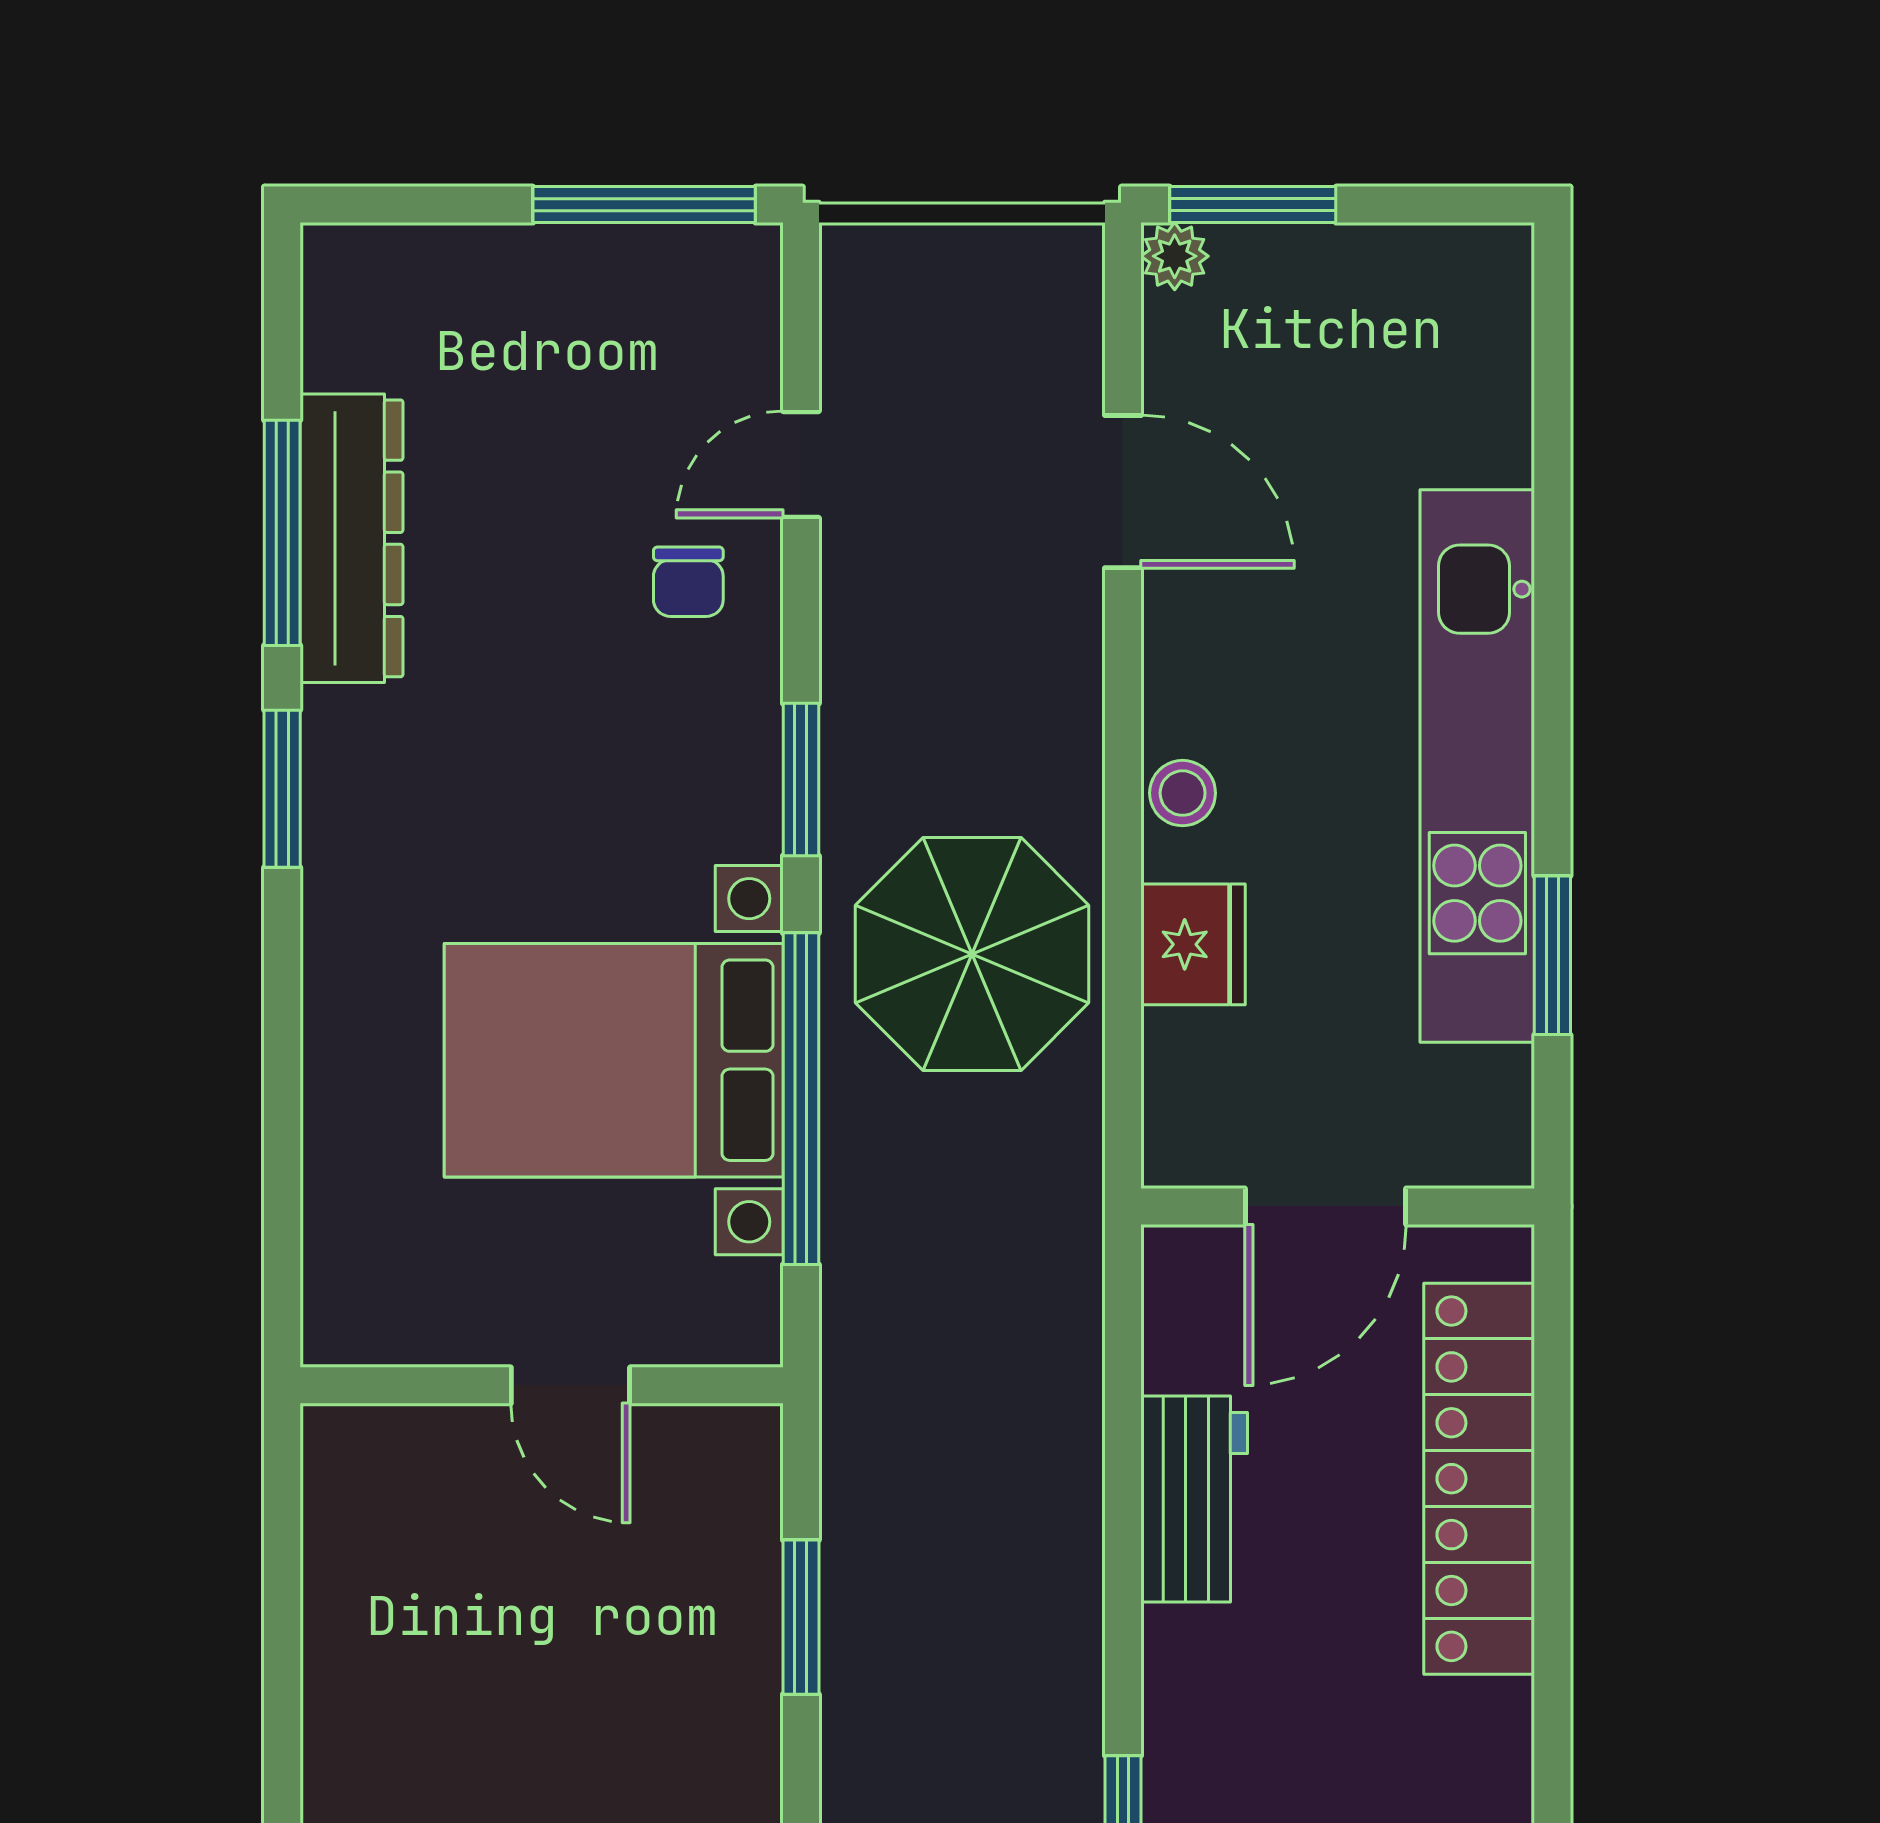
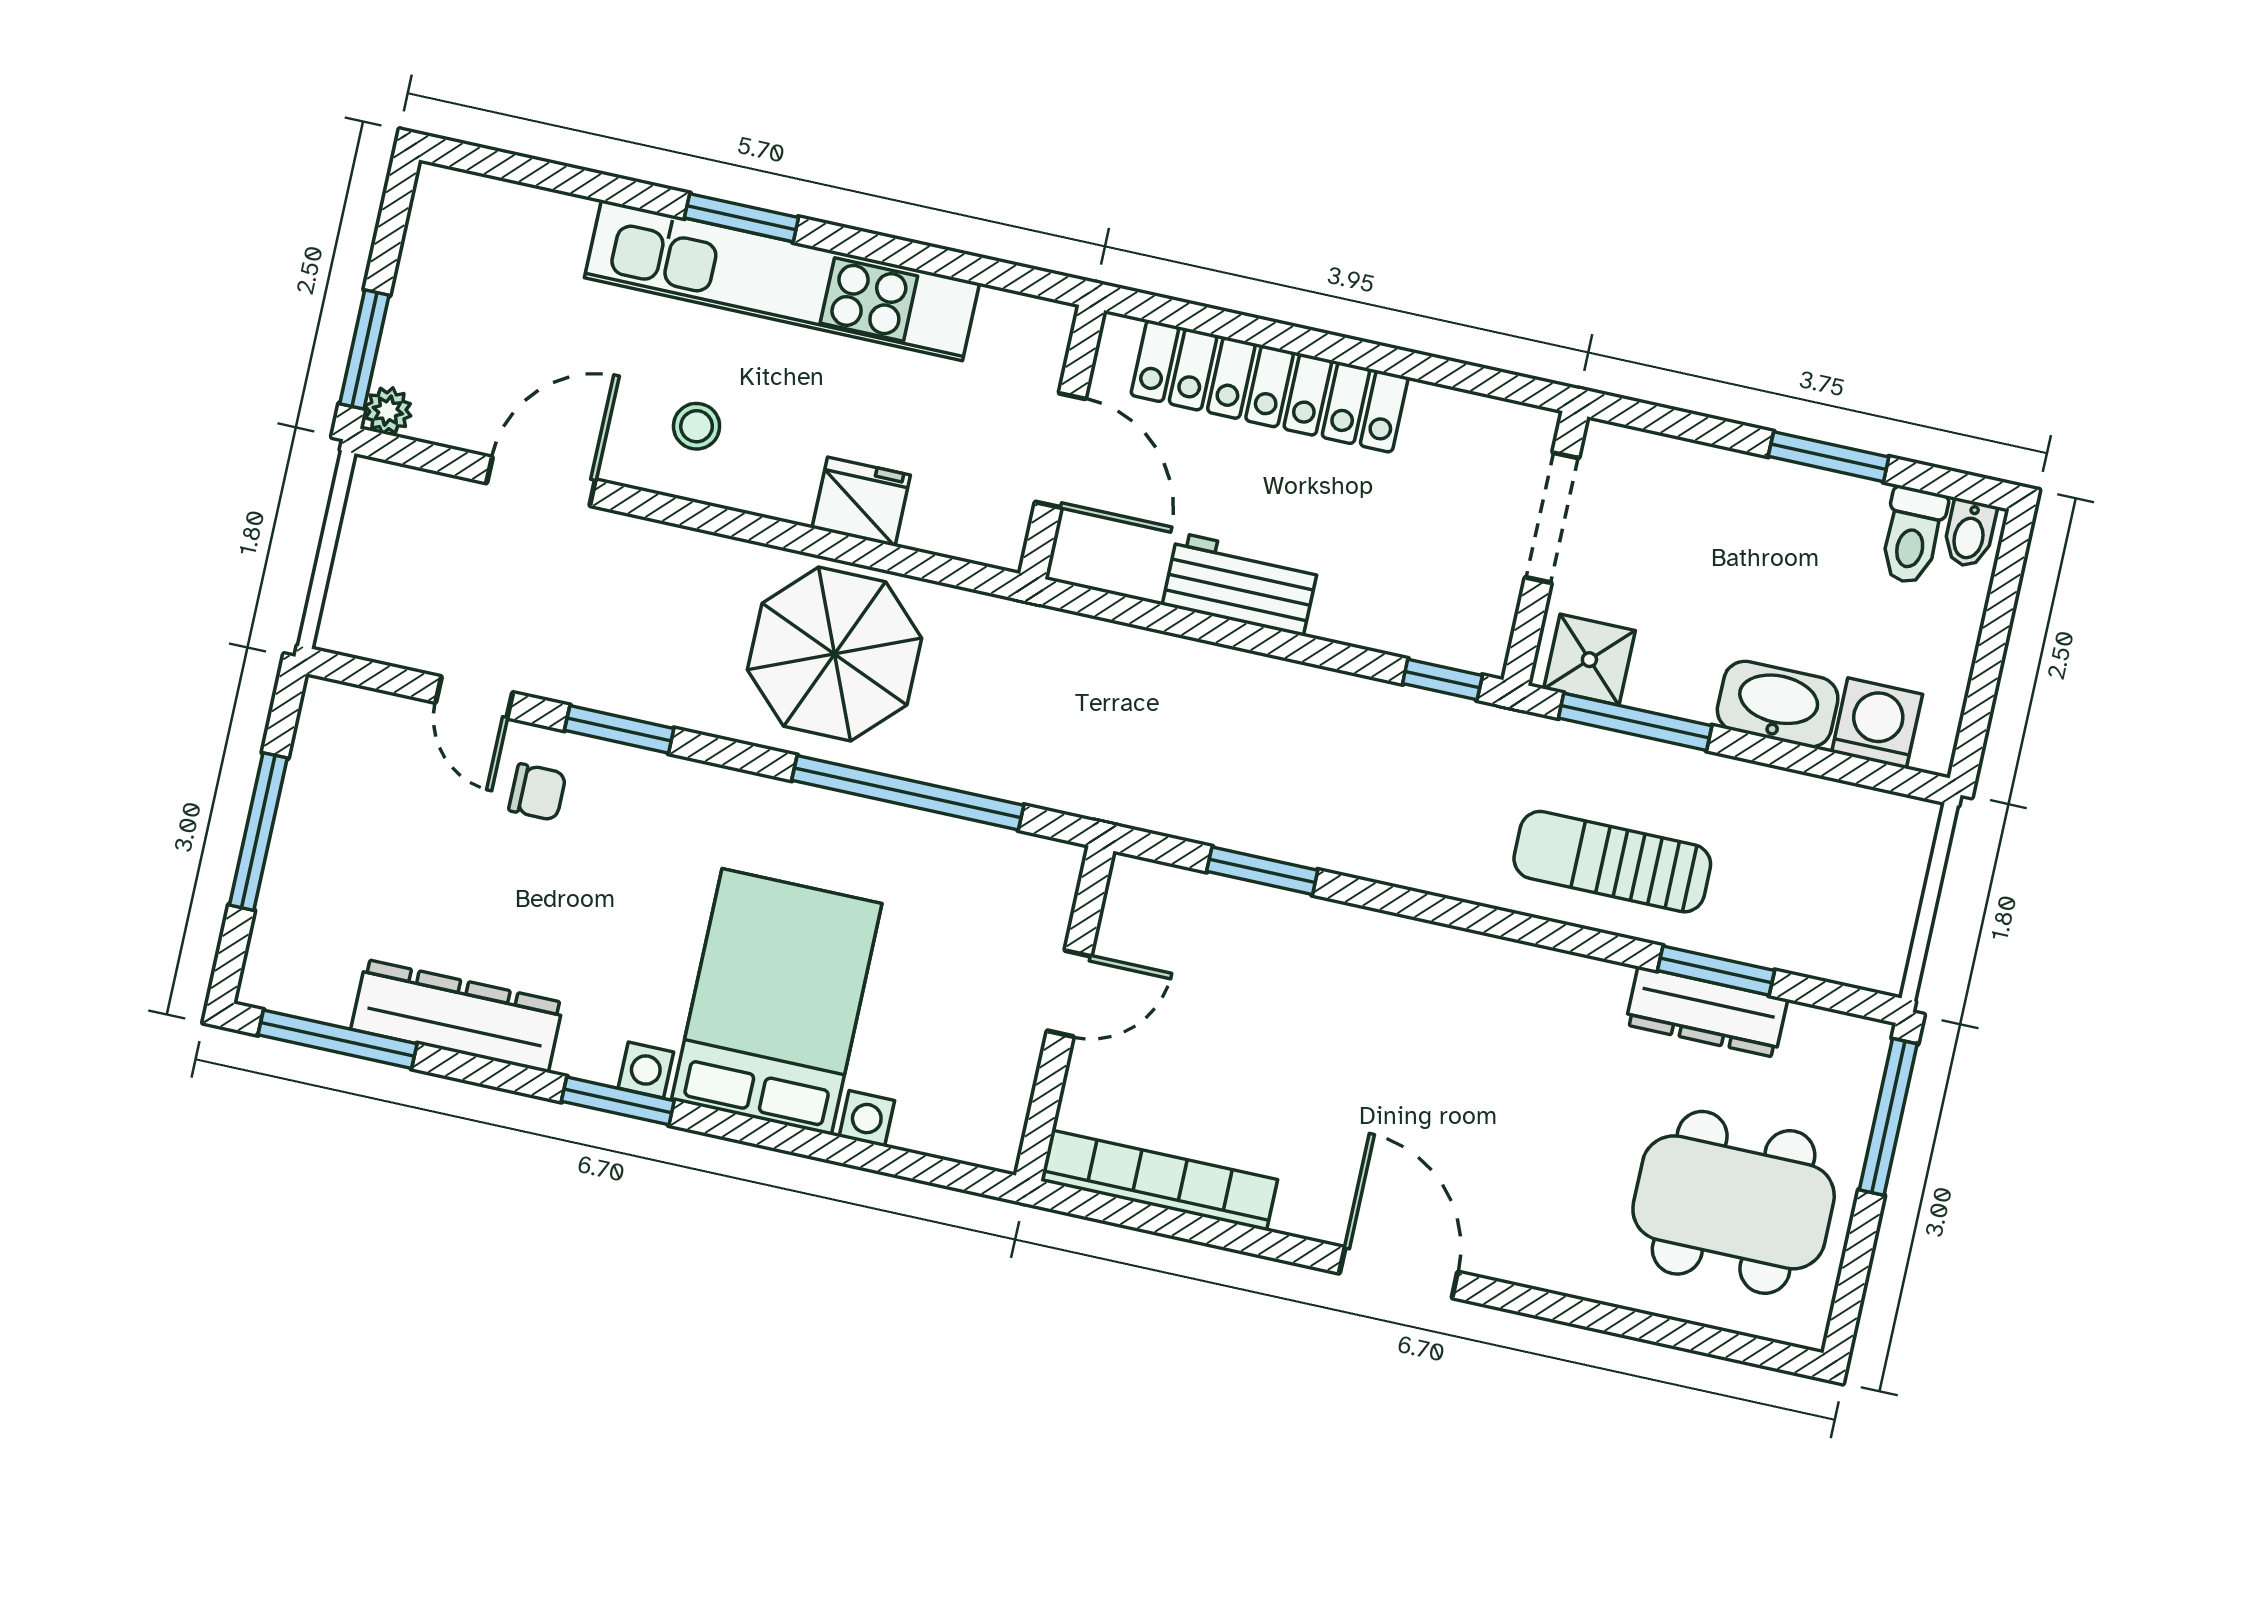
window: (644, 205) -> (258, 832), moved
window: (282, 533) -> (338, 1039), moved
window: (801, 780) -> (619, 729), moved
stool: (1183, 793) -> (697, 426), moved
window: (1552, 955) -> (741, 218), moved
bed with nightstands: (614, 1060) -> (777, 1002), moved, turned 180
bookcase: (337, 1568) -> (1159, 1180), added

